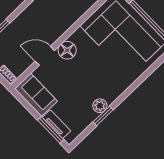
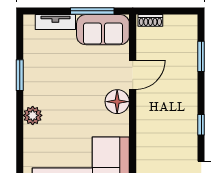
plant: (100, 106) -> (33, 115), moved
window: (51, 130) -> (92, 11), moved

